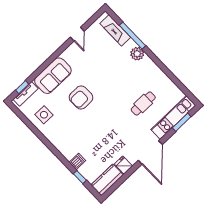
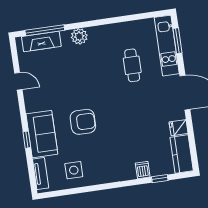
window: (132, 36) -> (45, 30), moved
window: (22, 87) -> (27, 140), moved
armchair: (81, 98) -> (83, 122), turned -90

